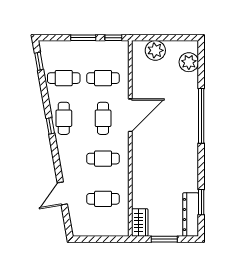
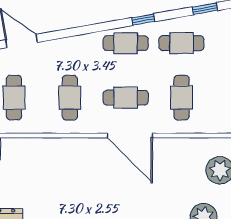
cafe table: (64, 78) -> (182, 43), turned 90
window: (50, 126) -> (143, 20), moved

